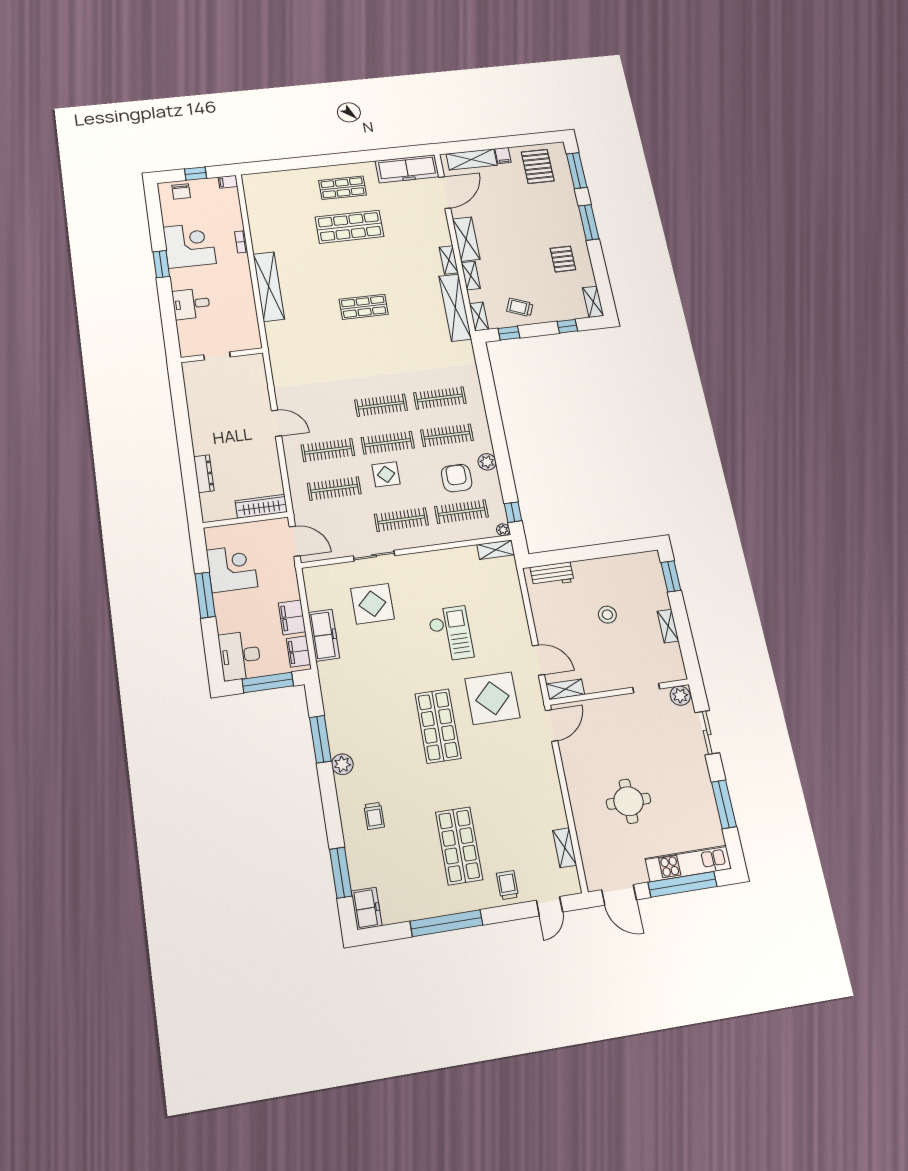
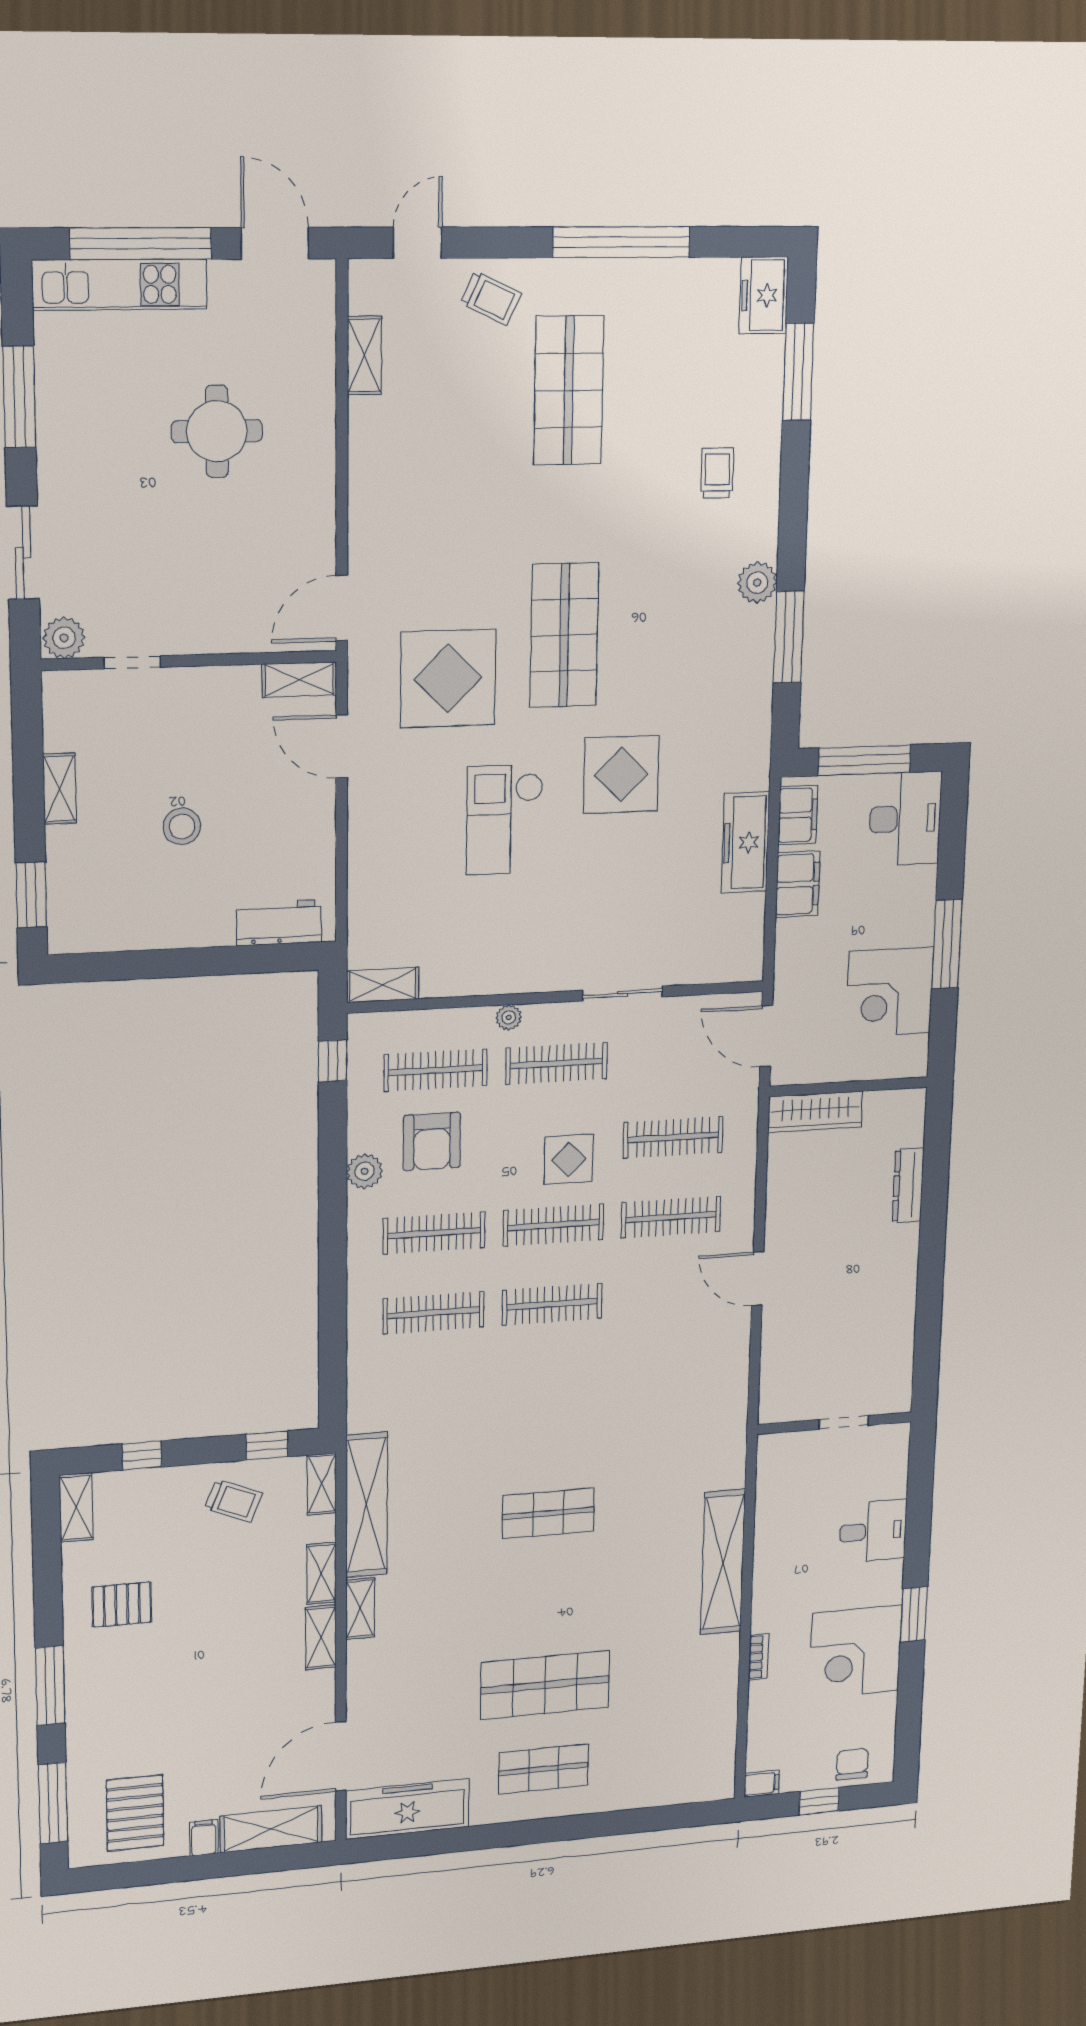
shelving: (466, 239) -> (321, 1637), width x0.67, depth x0.75
pallet: (563, 259) -> (122, 1605), turned 90
plant: (503, 530) -> (509, 1017), moved
display table: (372, 604) -> (621, 775), moved
trolley: (507, 885) -> (491, 298), turned -65

